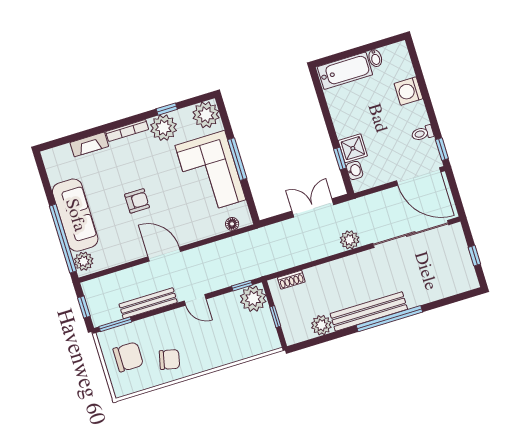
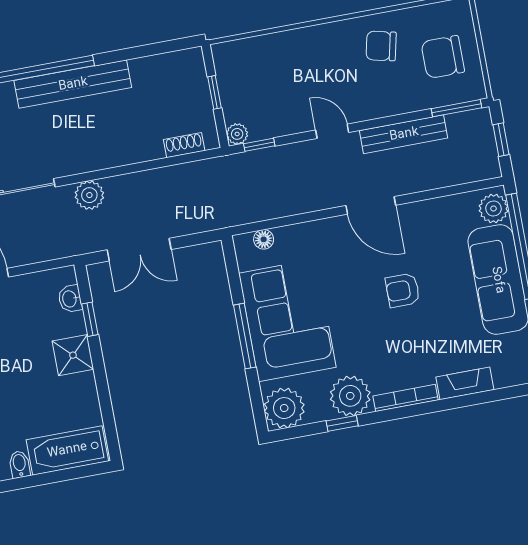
shower: (353, 148) -> (73, 355), moved
plant: (253, 299) -> (237, 134), width x0.53, depth x0.53
plant: (321, 325) -> (146, 72), removed

